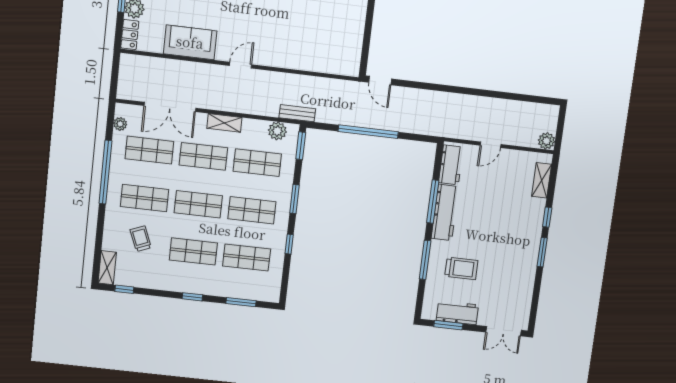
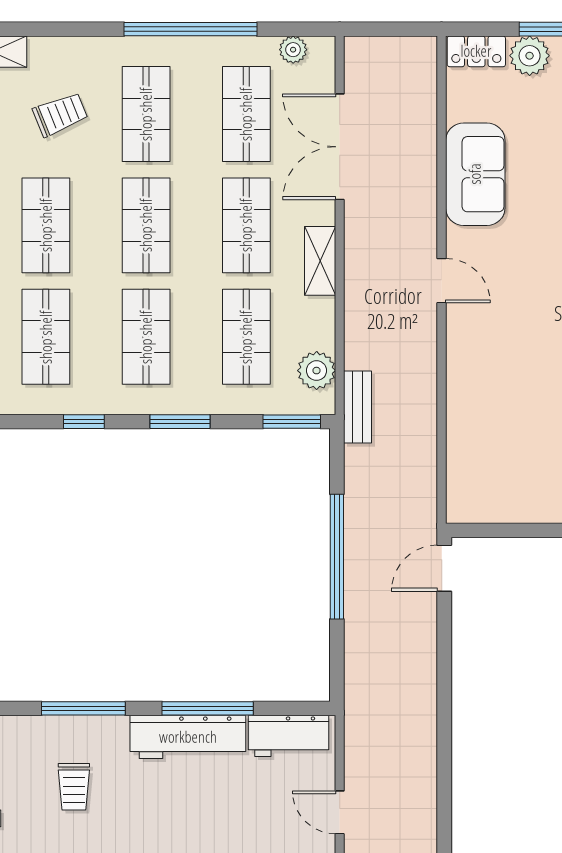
trolley: (461, 268) -> (74, 787), width x0.73, depth x0.72

